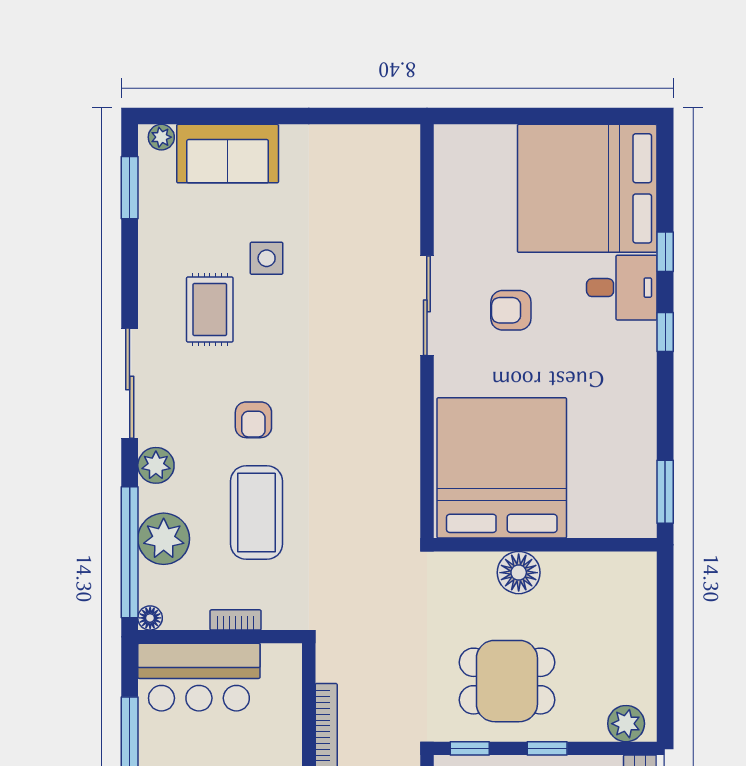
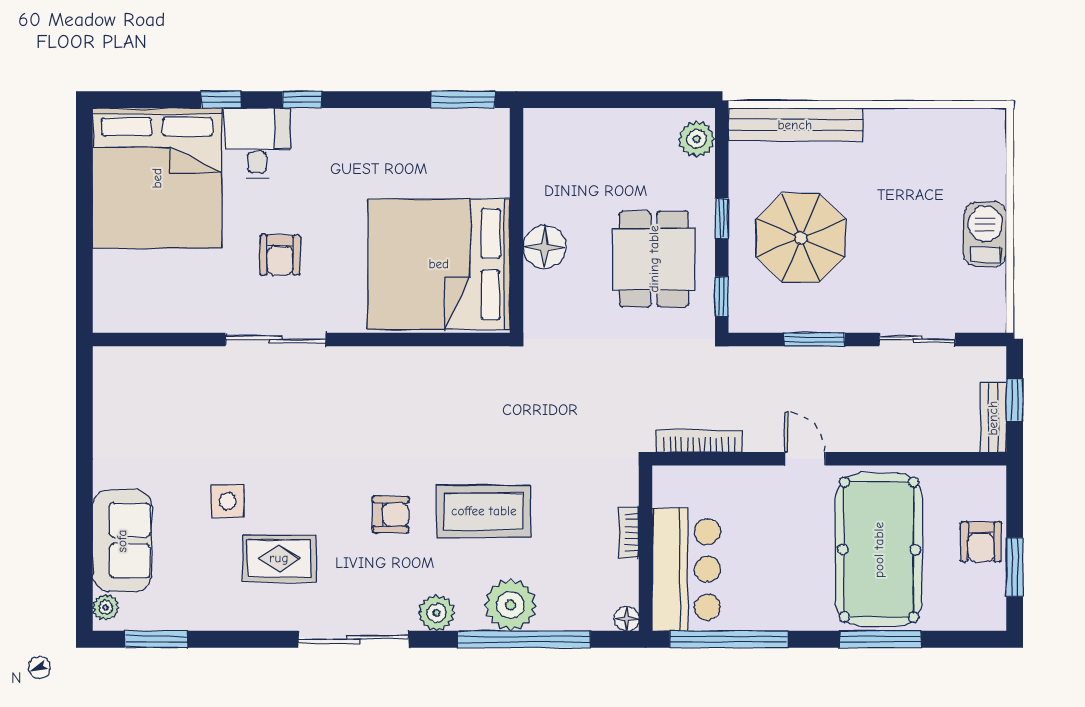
floor lamp: (150, 618) -> (627, 619), moved
bookcase: (236, 620) -> (629, 533), moved
wall: (220, 637) -> (646, 548), moved
bar counter: (199, 677) -> (686, 569), moved

